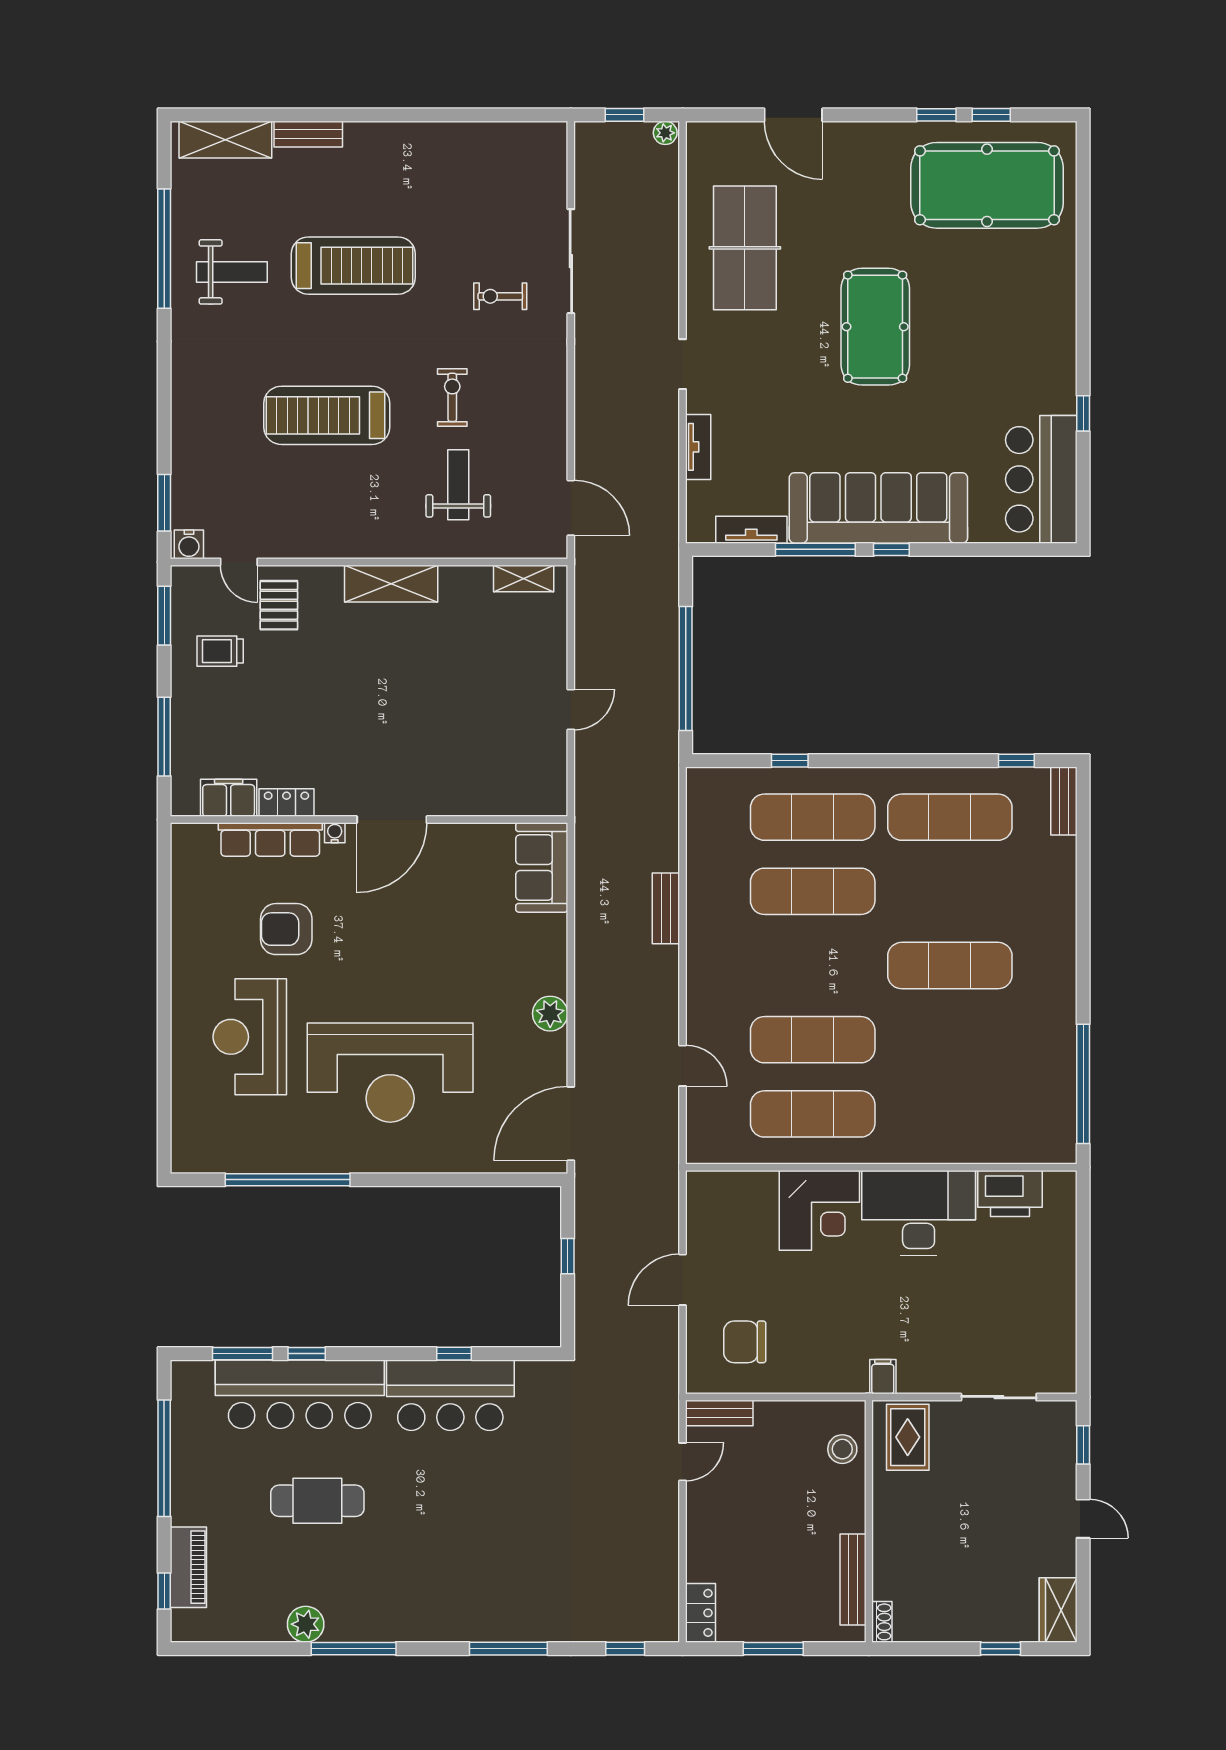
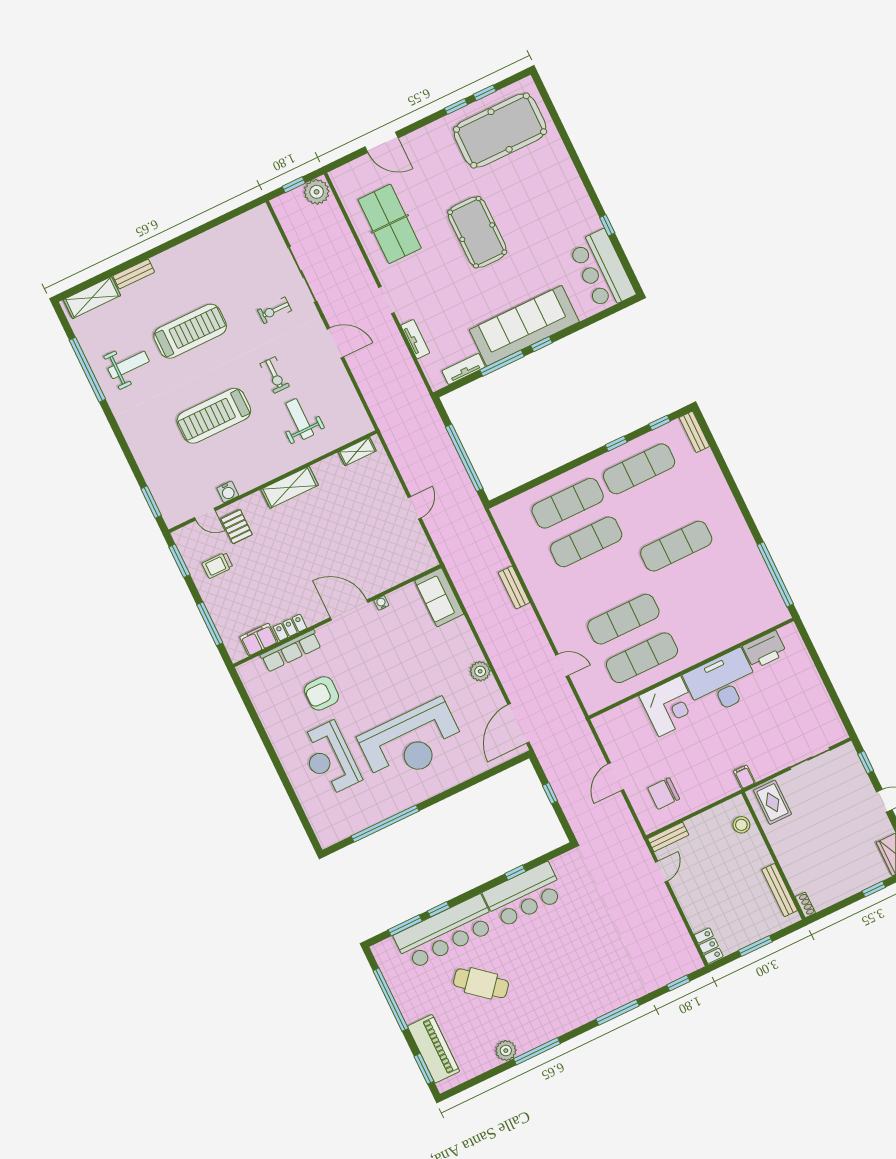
plant: (665, 133) -> (317, 192), width x1.87, depth x1.87
exercise bike: (452, 397) -> (275, 375), turned 180
door: (571, 508) -> (335, 343), moved
water cooler: (189, 544) -> (228, 492), moved
window: (790, 761) -> (616, 444), moved
door: (392, 820) -> (349, 610), swing flipped
water cooler: (335, 833) -> (381, 603), moved
cafe table: (317, 1501) -> (481, 983), turned 40
piano: (188, 1567) -> (434, 1049), width x1.37, depth x1.33
window: (164, 1591) -> (424, 1069), width x1.50

